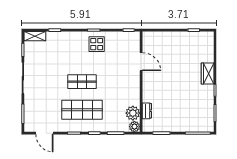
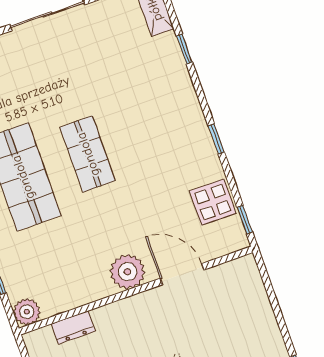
display table: (97, 44) -> (213, 202), moved
door: (141, 62) -> (182, 274), swing flipped
plant: (133, 113) -> (127, 272), moved

